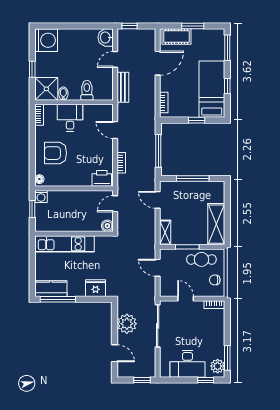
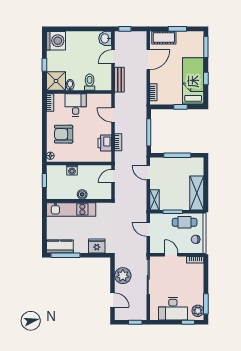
printer: (102, 178) -> (105, 143), moved, turned -90
washing machine: (41, 197) -> (72, 170), moved
boiler: (107, 226) -> (82, 194), moved

